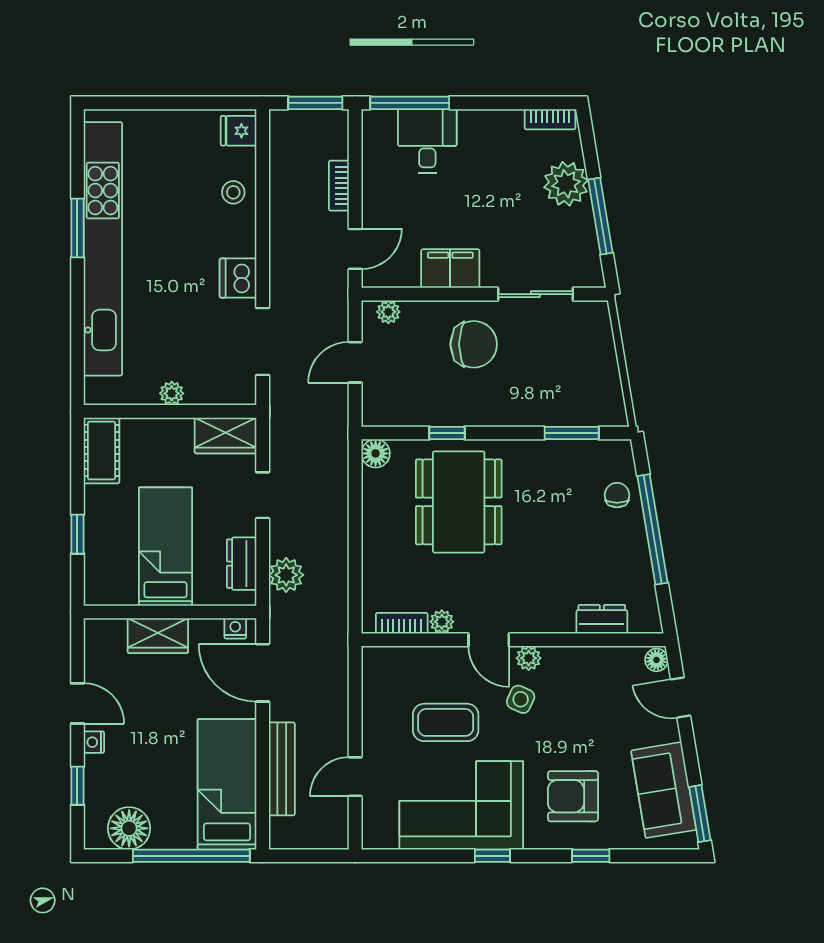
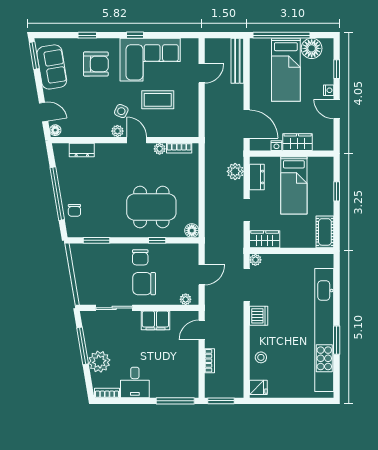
desk: (427, 141) -> (135, 382), moved
plant: (172, 393) -> (255, 260), moved
chair: (482, 398) -> (140, 257), added
dining table: (459, 502) -> (151, 207), turned 90
nightstand: (235, 628) -> (276, 146), moved
bench: (282, 769) -> (237, 61), moved
bed: (227, 784) -> (286, 70), moved

